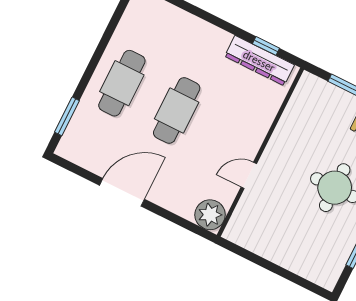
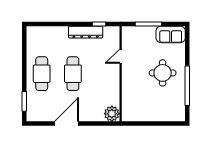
dresser: (259, 61) -> (86, 32), moved
door: (249, 175) -> (121, 56), moved

